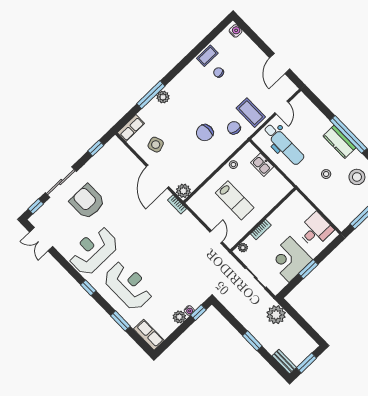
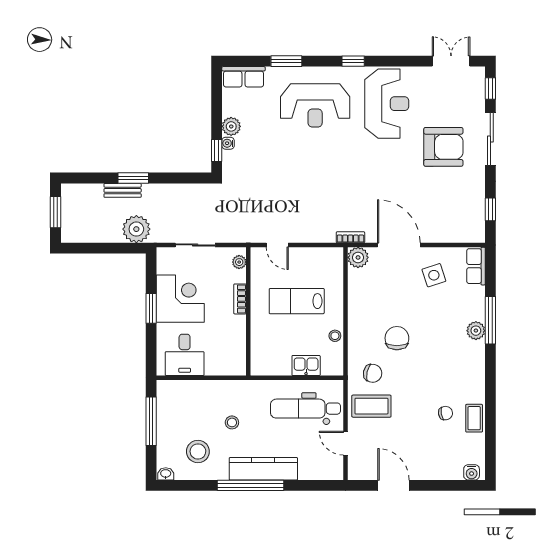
kitchen counter: (339, 142) -> (263, 469), width x1.50
bench: (284, 362) -> (123, 190), moved

